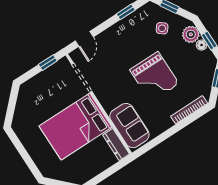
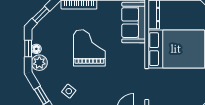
side table: (162, 28) -> (69, 91), moved

